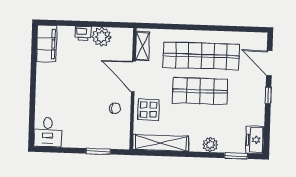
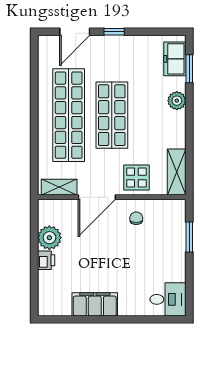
filing cabinet: (47, 44) -> (95, 304), moved
freezer: (255, 140) -> (175, 59), moved, turned 90
shelving: (161, 143) -> (177, 172), width x0.68

